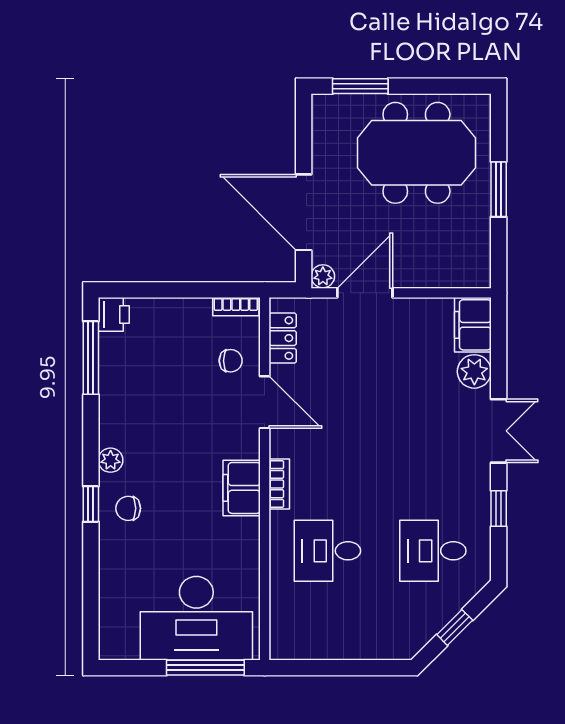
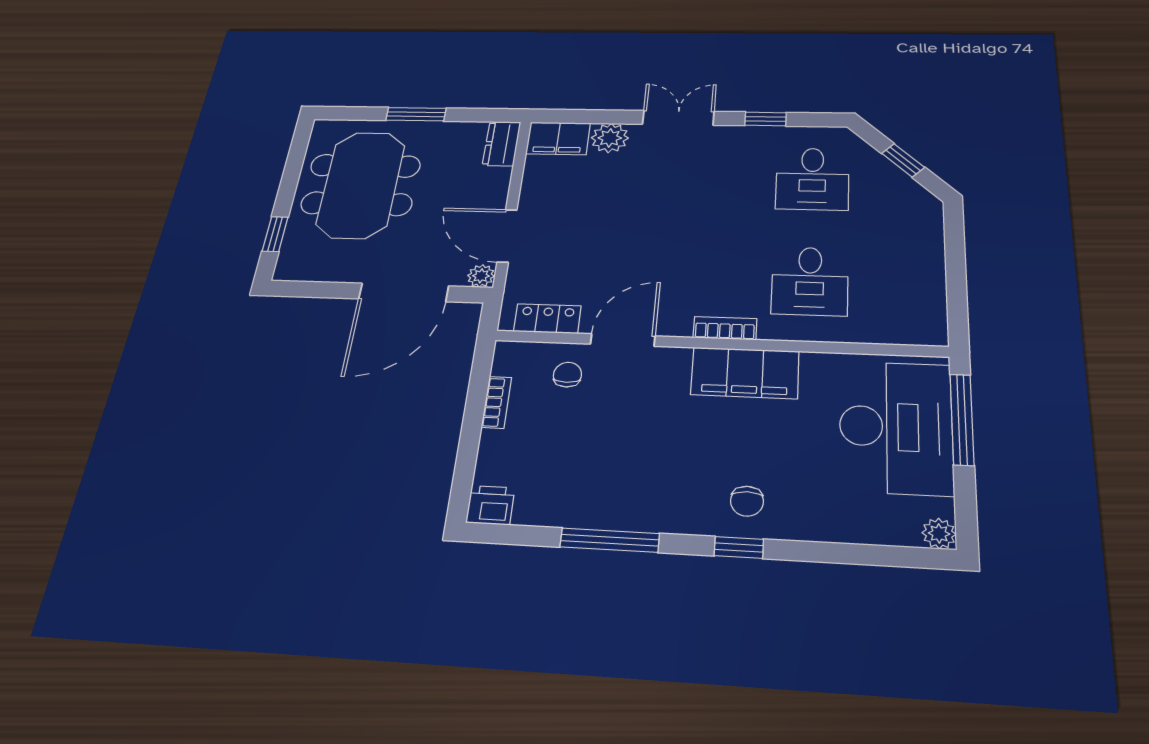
window: (360, 86) -> (275, 234), width x0.67
dresser: (466, 274) -> (502, 144), added
bookcase: (236, 307) -> (497, 402), moved
window: (91, 358) -> (610, 540), moved
plant: (111, 460) -> (939, 533), moved
filing cabinet: (242, 488) -> (745, 373), width x1.50, depth x1.17

